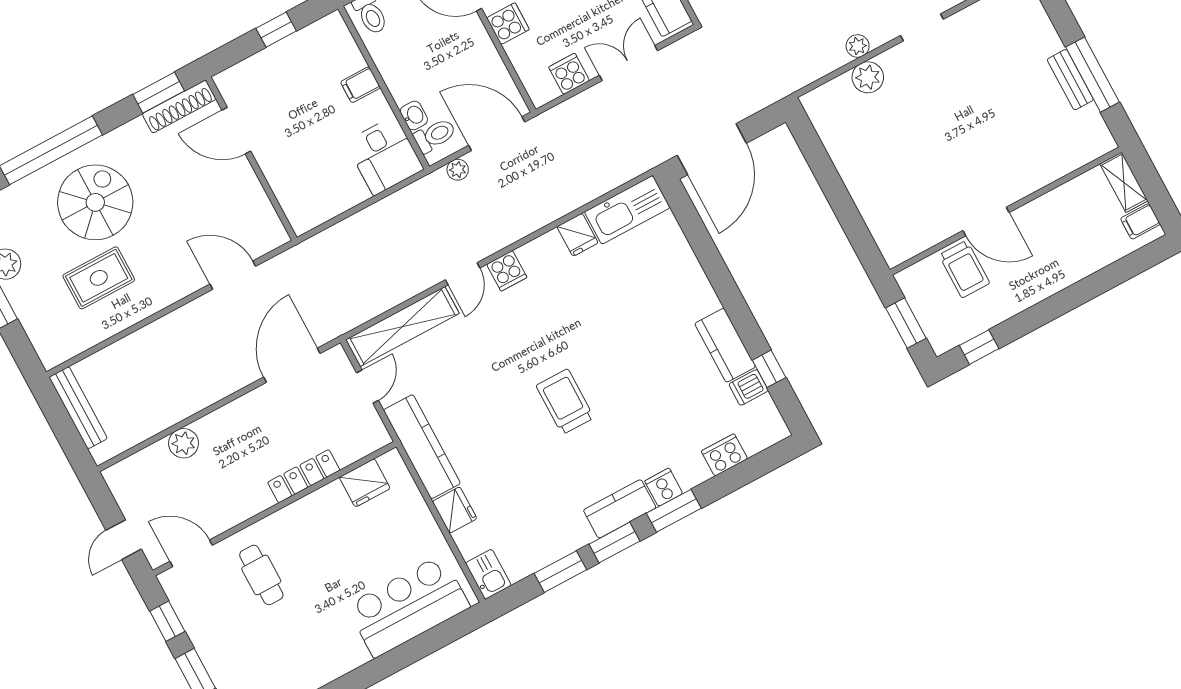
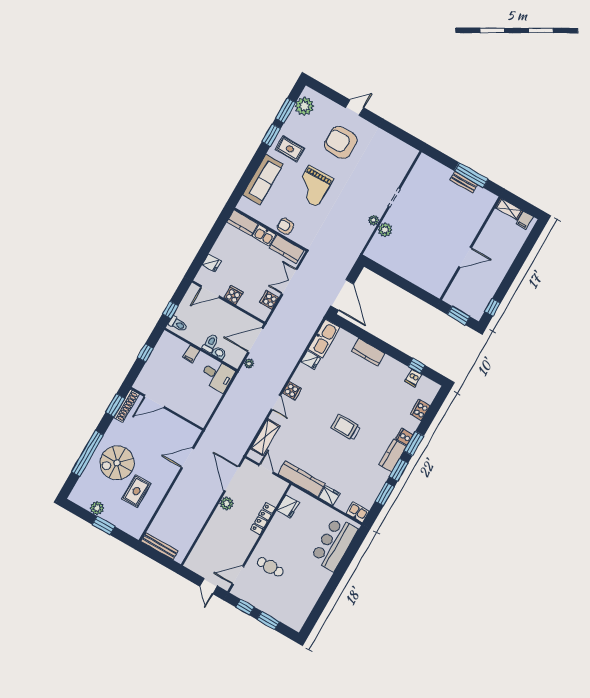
toilet: (435, 135) -> (210, 343), moved
spiral stairs: (95, 202) -> (117, 463), turned -90
trolley: (964, 269) -> (468, 281), removed
shelving: (402, 327) -> (265, 437), width x0.68
kitchen counter: (725, 345) -> (368, 352), moved
plant: (184, 443) -> (227, 504), moved

